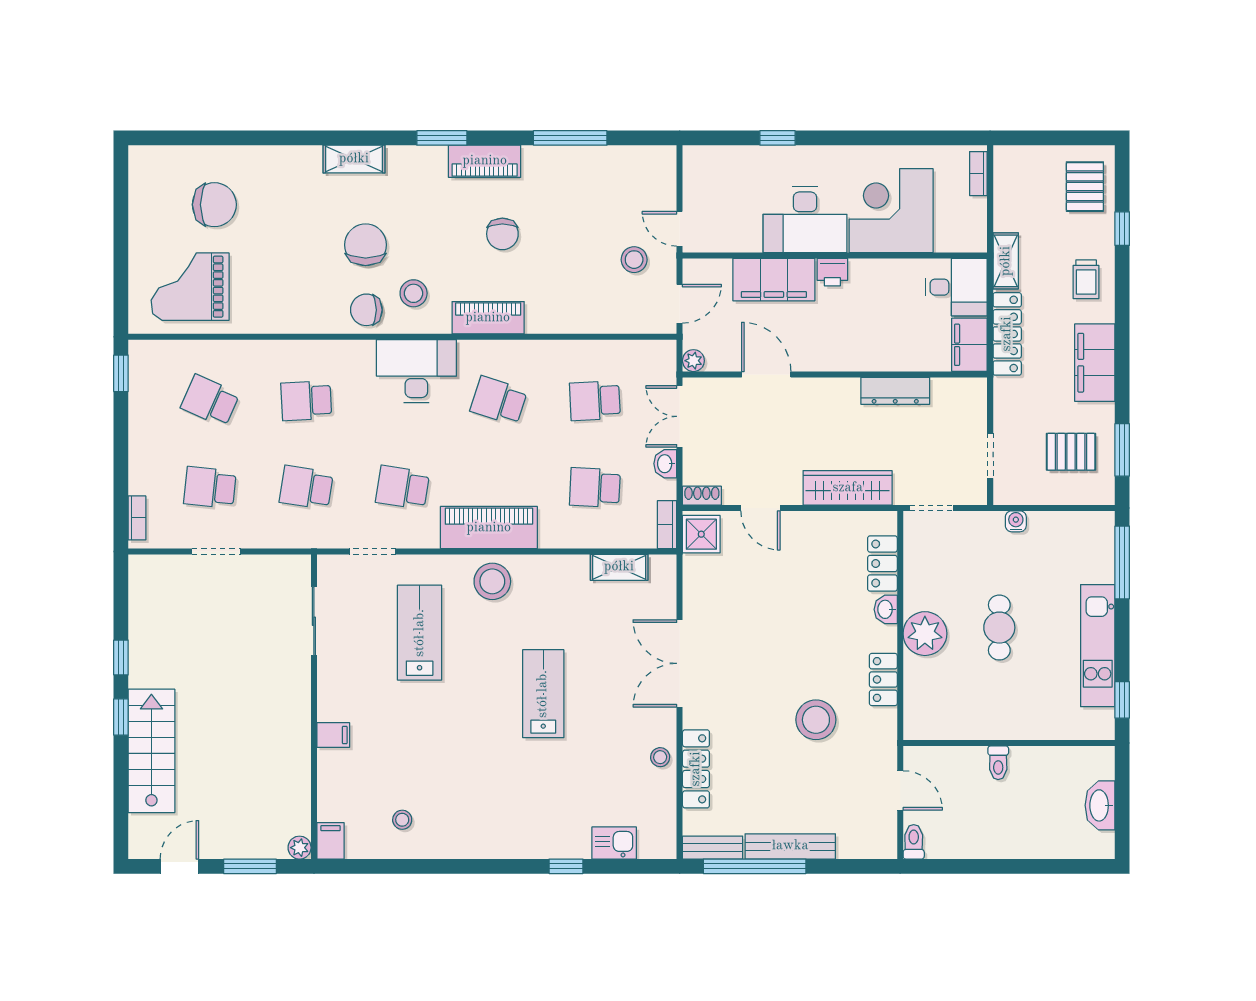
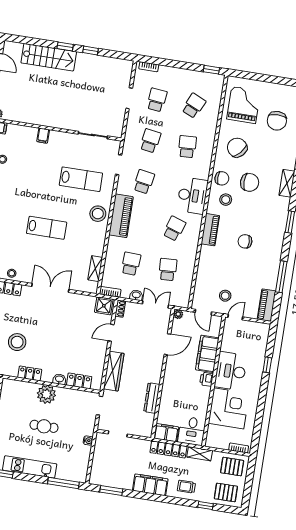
piano: (485, 161) -> (267, 305), moved
chair: (290, 286) -> (237, 148), added
chair: (366, 310) -> (222, 178), turned 90
pallet: (1071, 452) -> (232, 467), moved, turned 90

